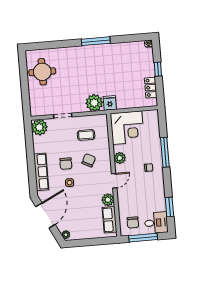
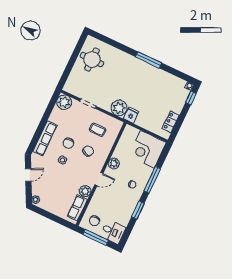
window: (158, 69) -> (191, 98), moved
corner desk: (127, 128) -> (147, 149), moved, turned 90
window: (169, 207) -> (138, 210), moved
door: (45, 215) -> (28, 175), width x0.53

